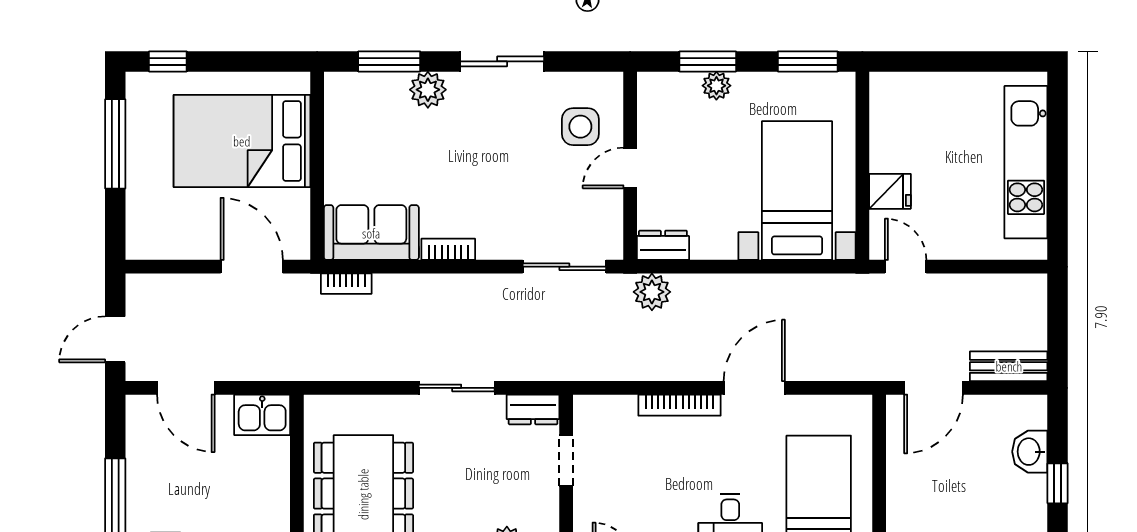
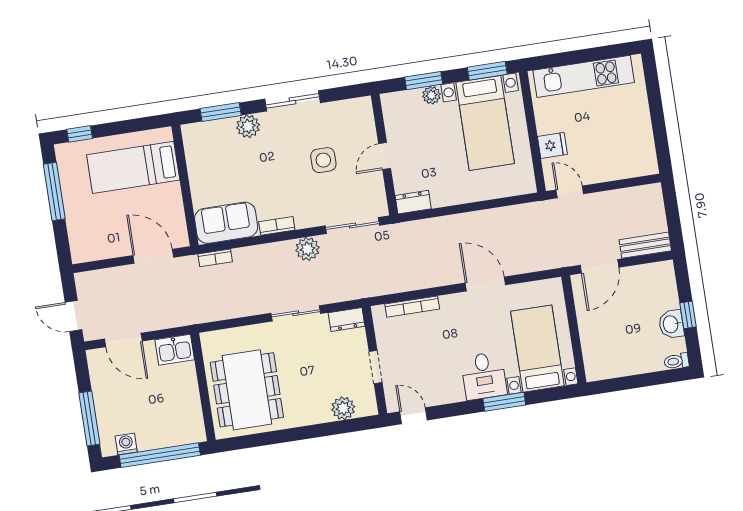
side table: (580, 127) -> (323, 160), moved
bed: (242, 141) -> (133, 167), width x0.67
kitchen unit: (1026, 162) -> (584, 76), moved, turned -90
bed with nightstands: (797, 191) -> (485, 123), moved, turned 180
plant: (652, 292) -> (307, 249), moved
door: (115, 339) -> (74, 316), hinge flipped
door: (754, 388) -> (485, 284), hinge flipped
bookcase: (680, 405) -> (412, 307), moved
washbasin: (1030, 452) -> (671, 324), moved
doorway: (566, 461) -> (376, 367), moved

